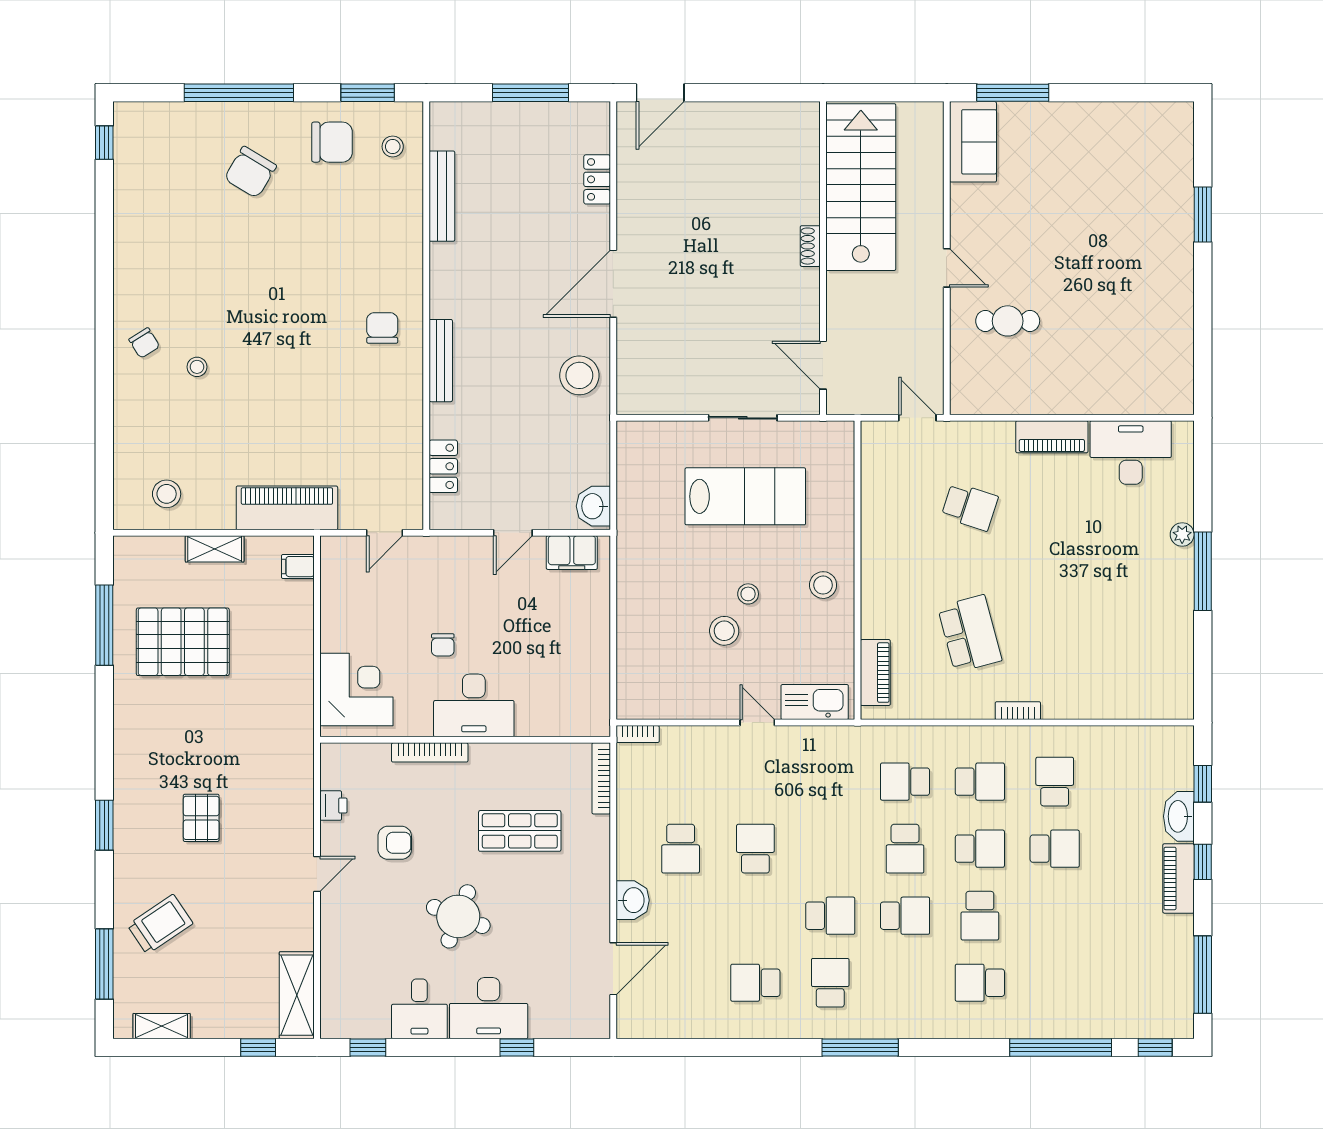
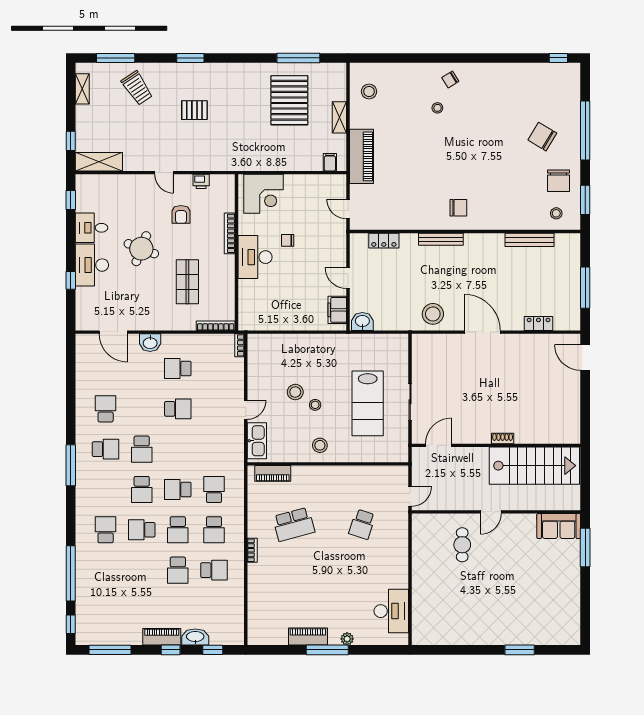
piano: (1052, 437) -> (308, 637), moved, turned 90

